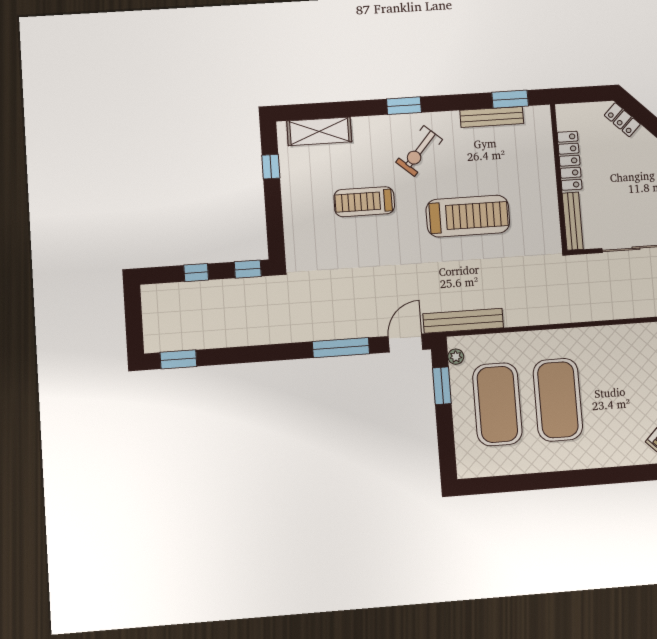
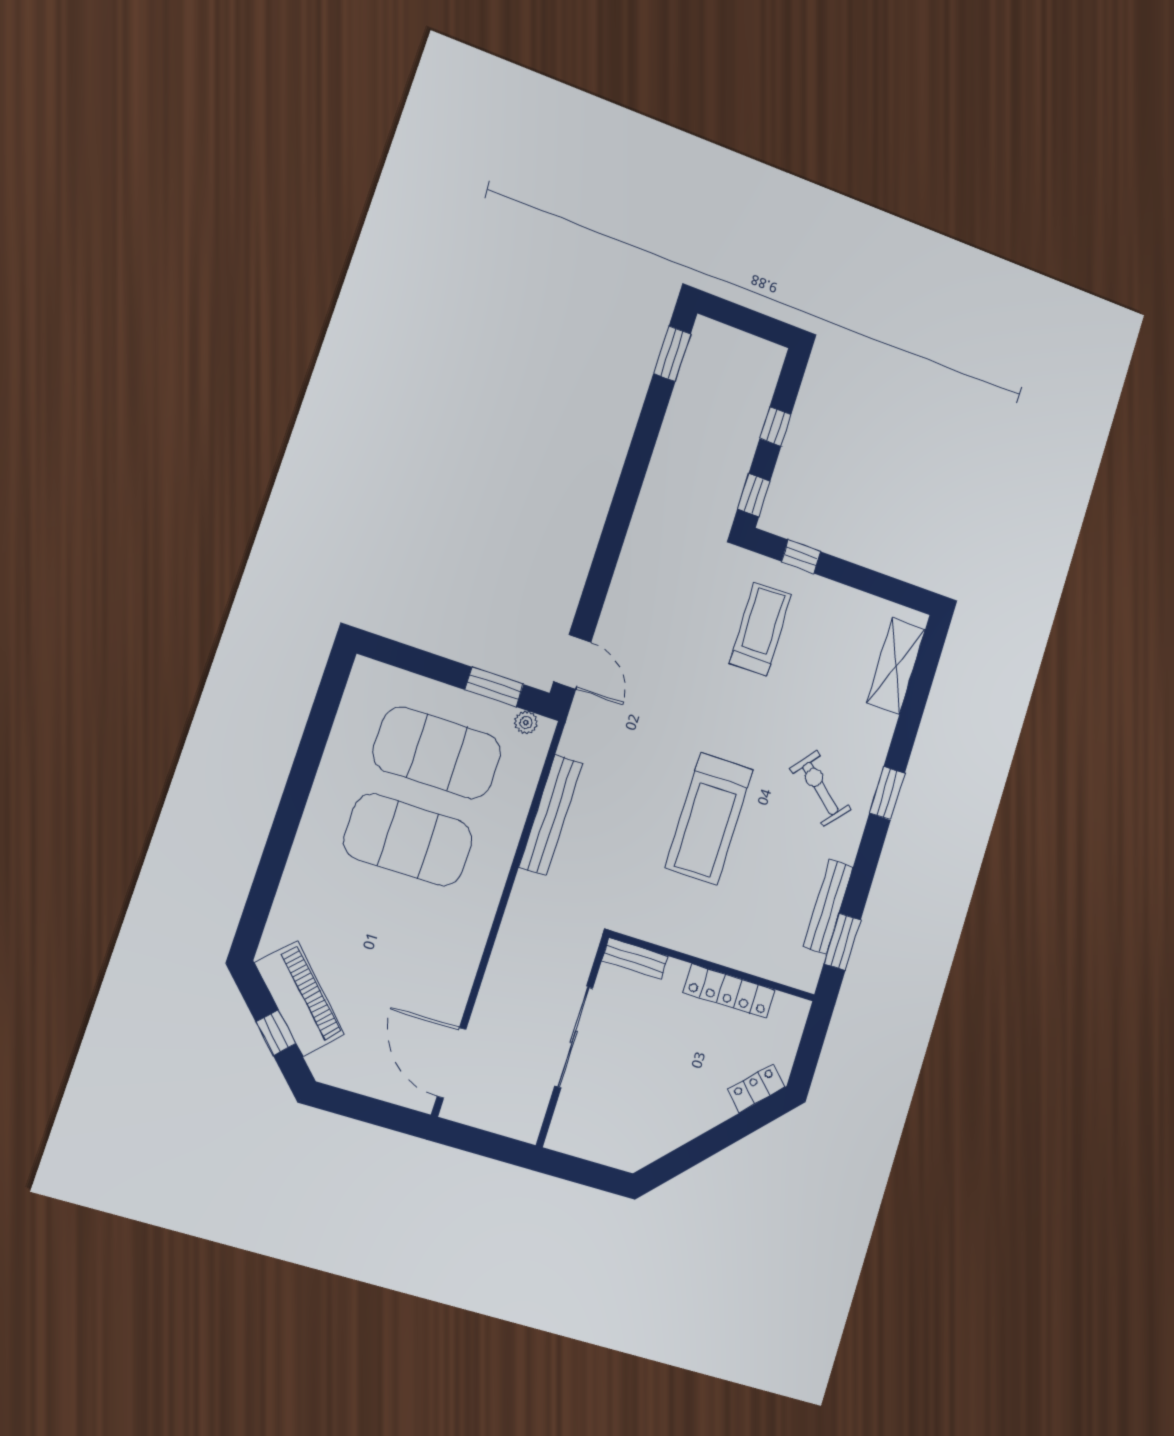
window: (271, 167) -> (801, 557), moved
treadmill: (364, 202) -> (761, 629), moved
bench: (573, 221) -> (635, 958), width x0.73
bench: (463, 321) -> (551, 815), moved
window: (341, 348) -> (601, 572), removed

